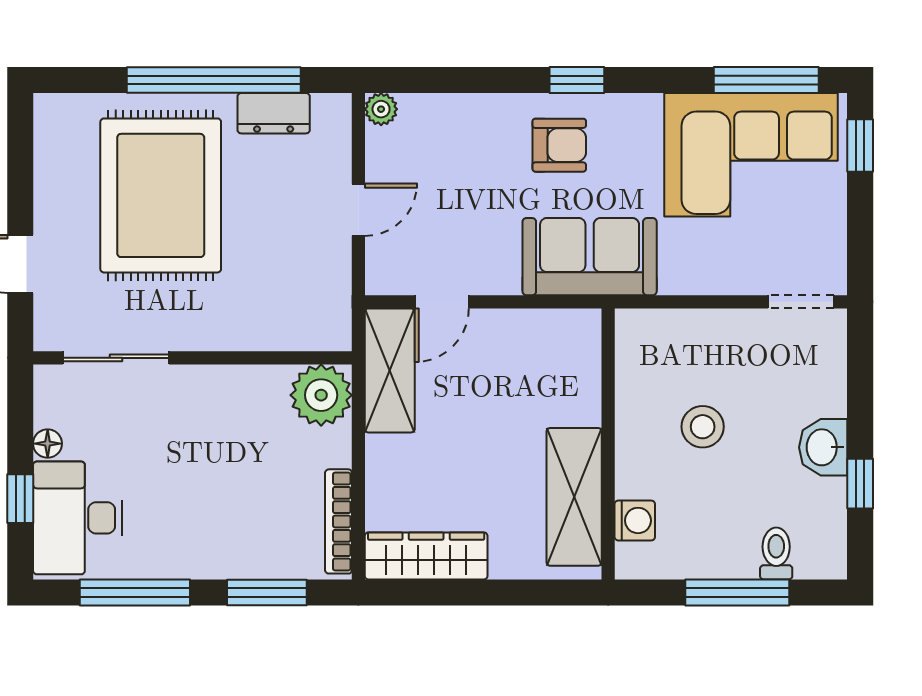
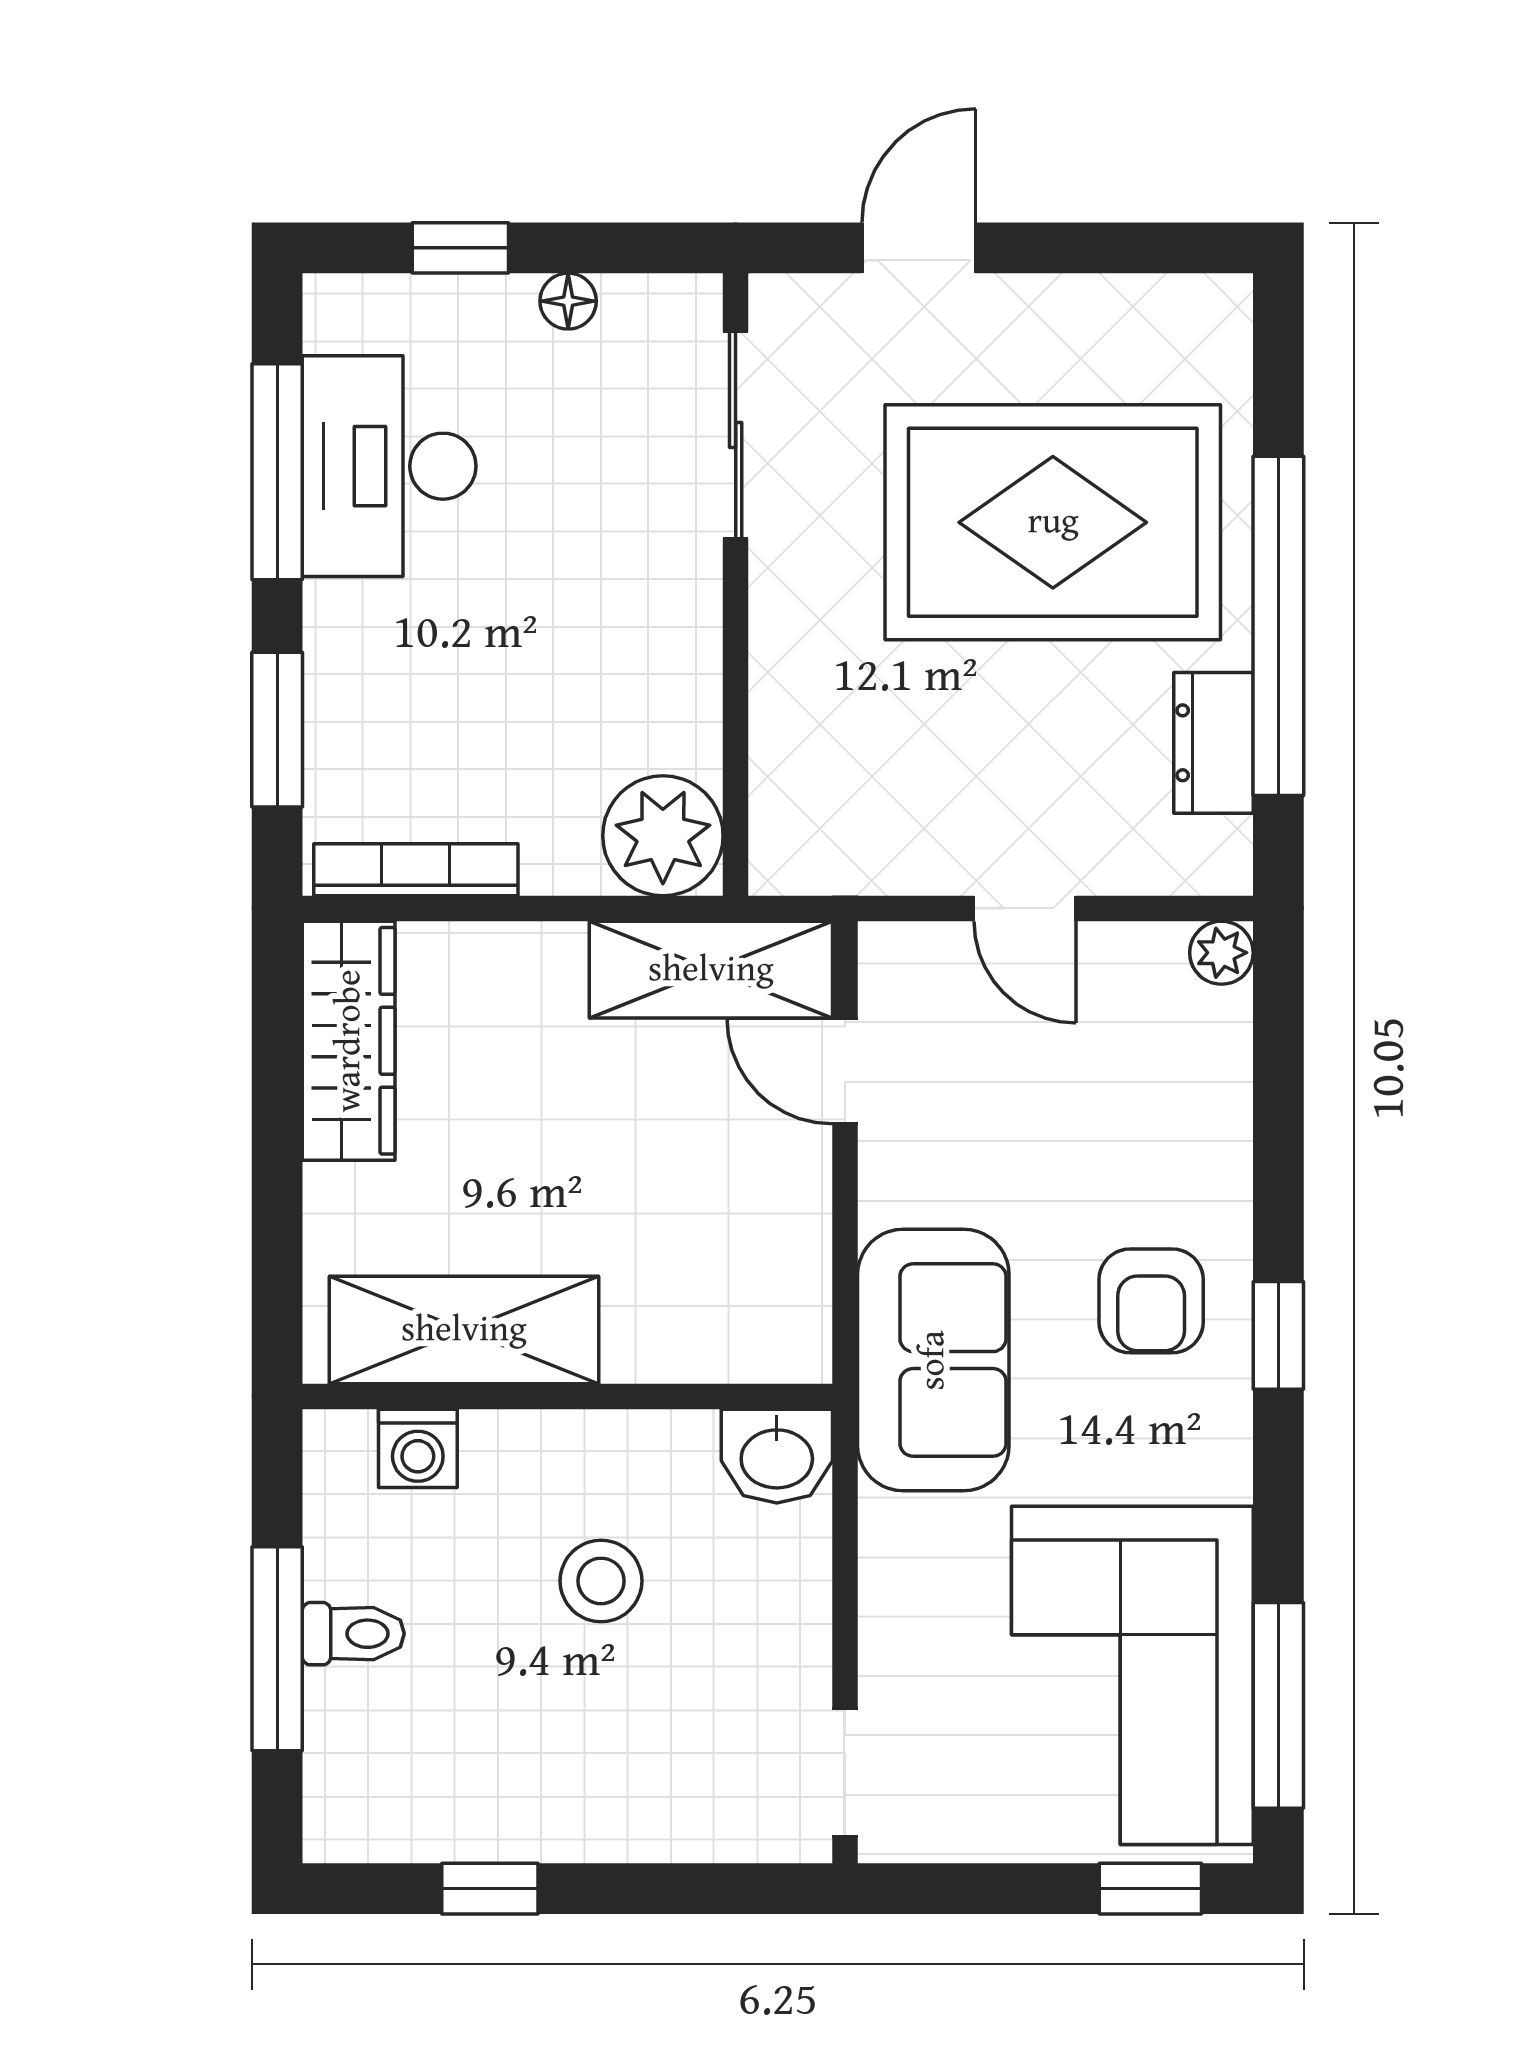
washbasin: (823, 447) -> (777, 1456), moved, turned 180
desk: (78, 518) -> (389, 466), moved, turned -90
toilet: (776, 554) -> (353, 1634), moved

